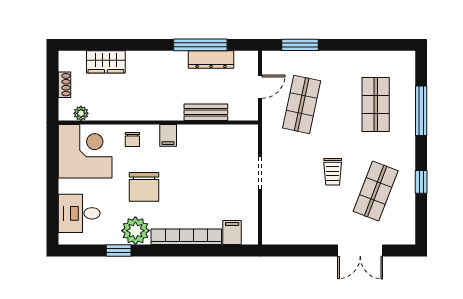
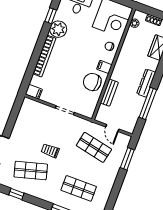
dresser: (211, 60) -> (146, 83), moved
window: (421, 182) -> (16, 194), moved
chair: (144, 187) -> (92, 82), moved
shop shelf: (376, 191) -> (31, 171), turned -36
filing cabinet: (232, 233) -> (34, 92), moved

